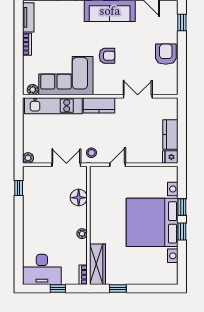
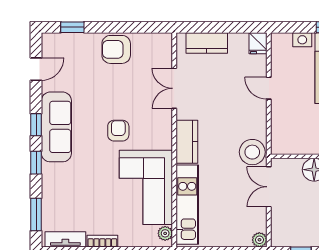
kitchen counter: (170, 135) -> (207, 43), moved
stool: (91, 153) -> (252, 152), width x1.89, depth x1.89
door: (118, 165) -> (269, 88), moved

